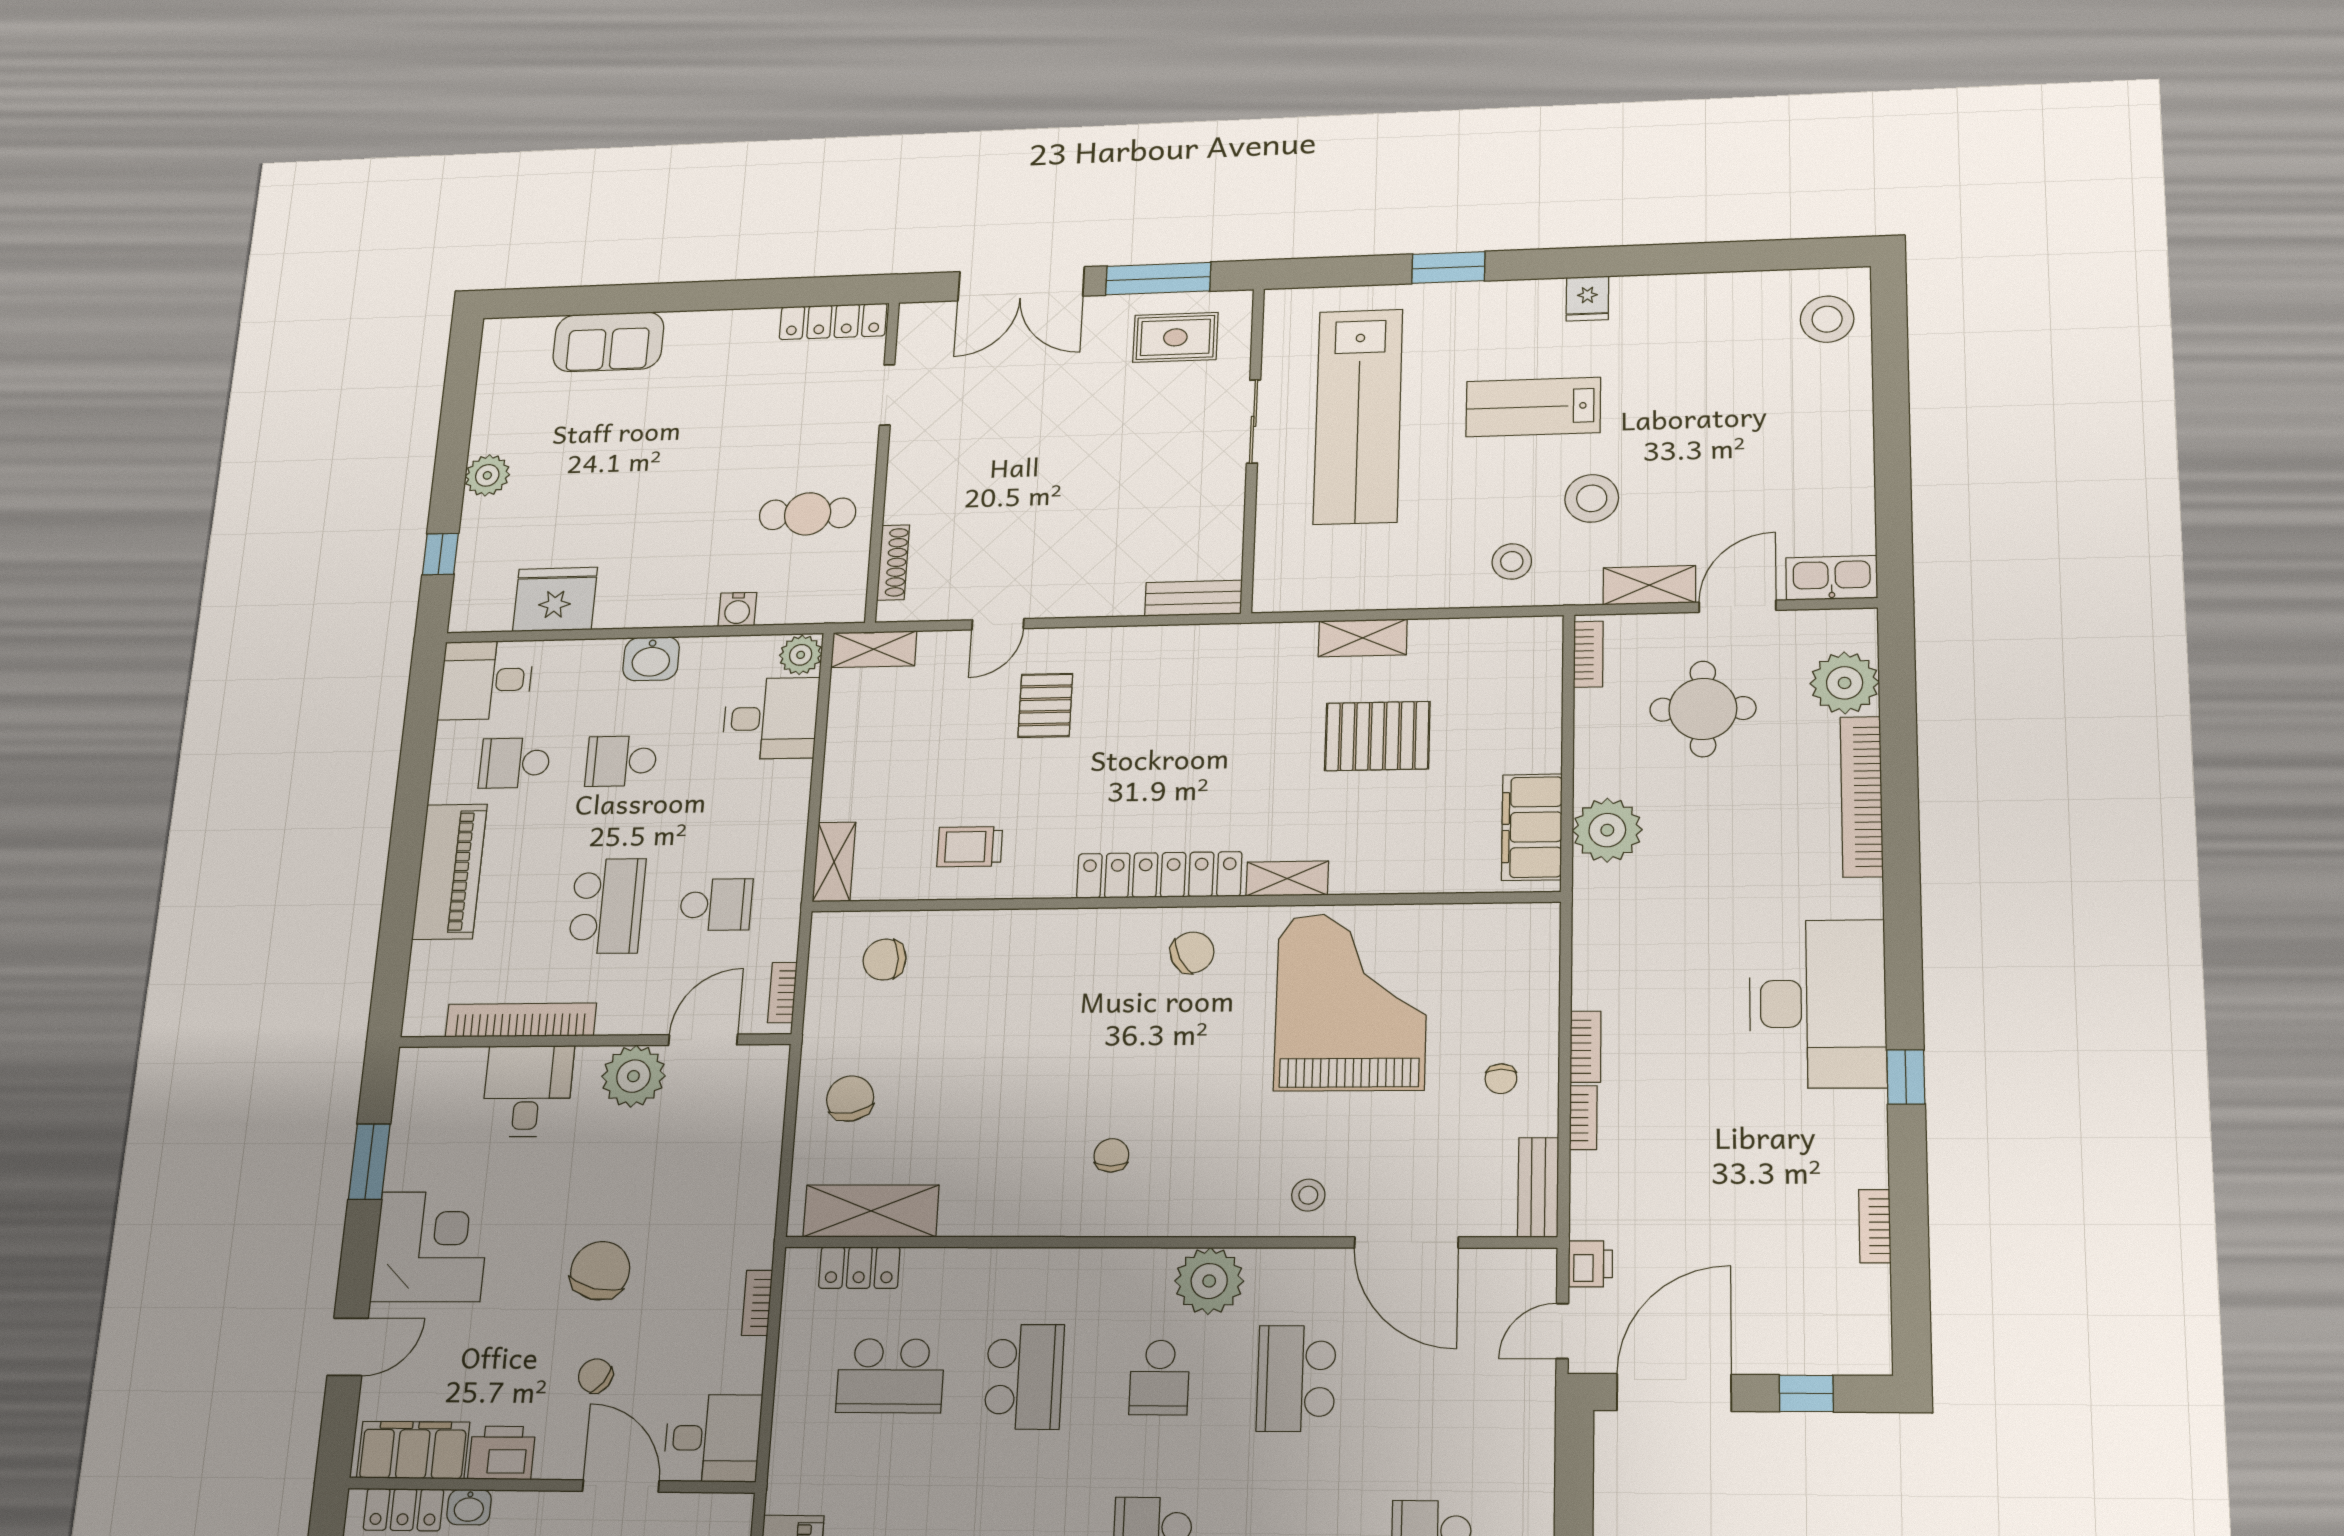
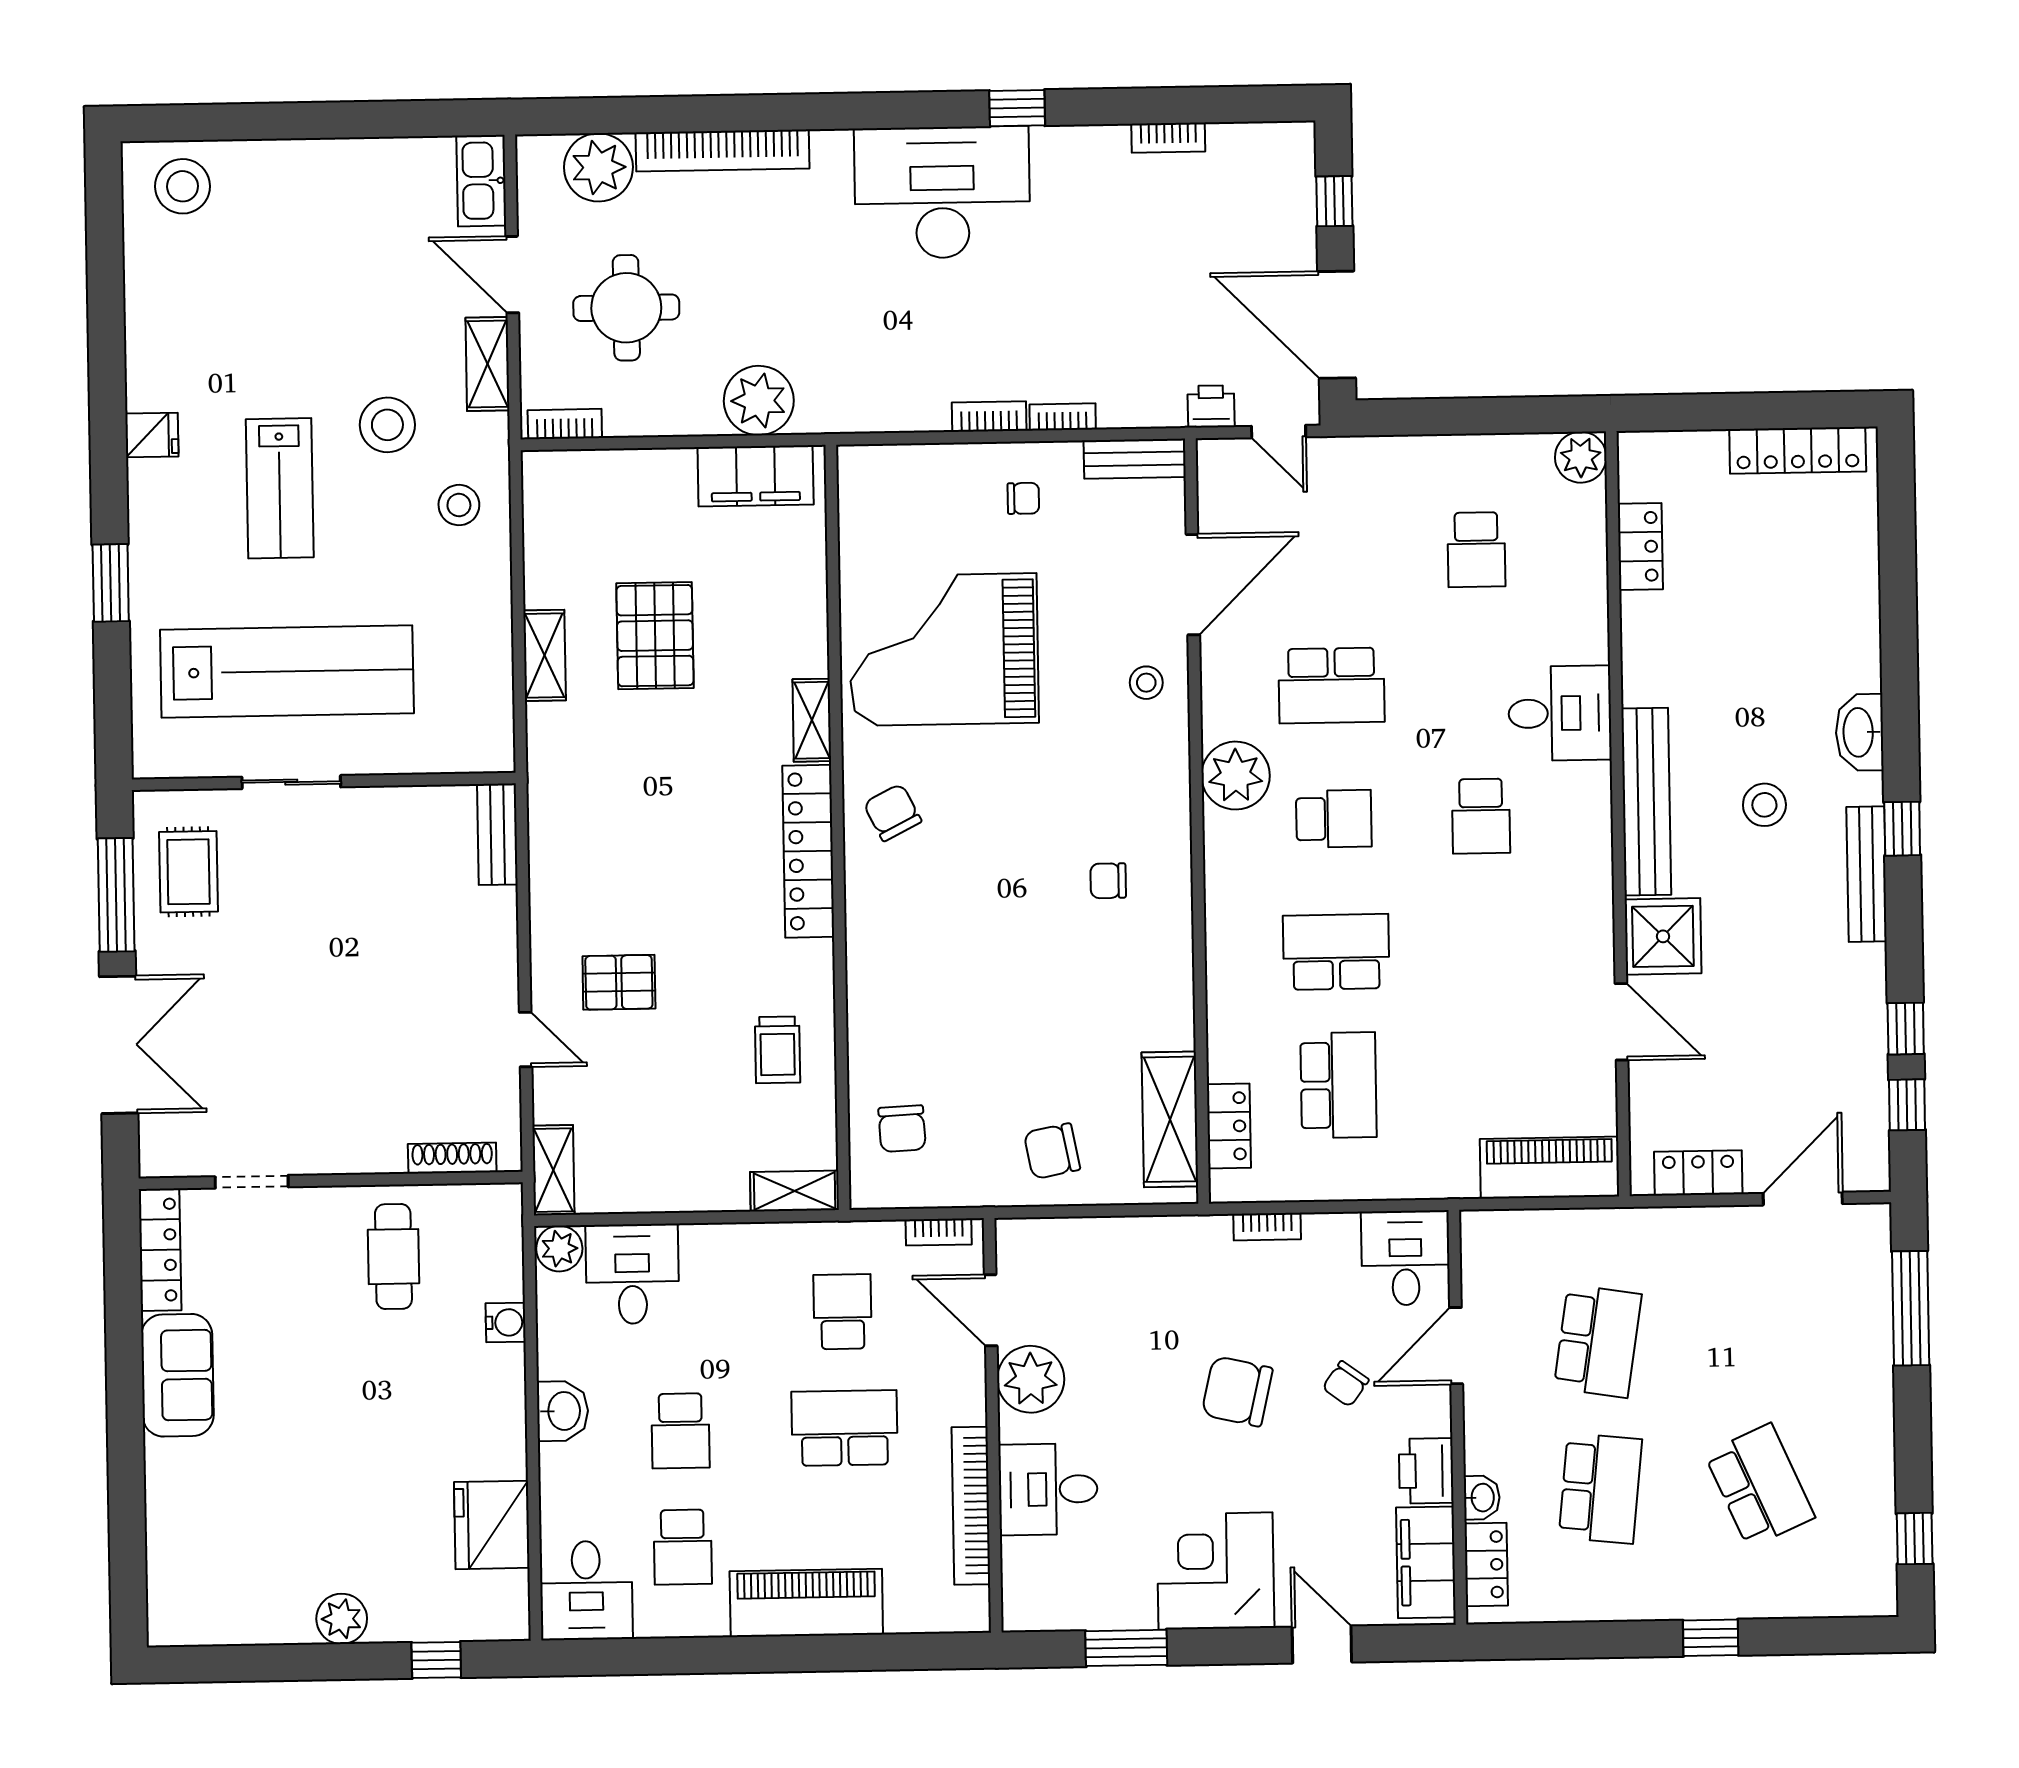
sofa: (608, 342) -> (177, 1375), moved

